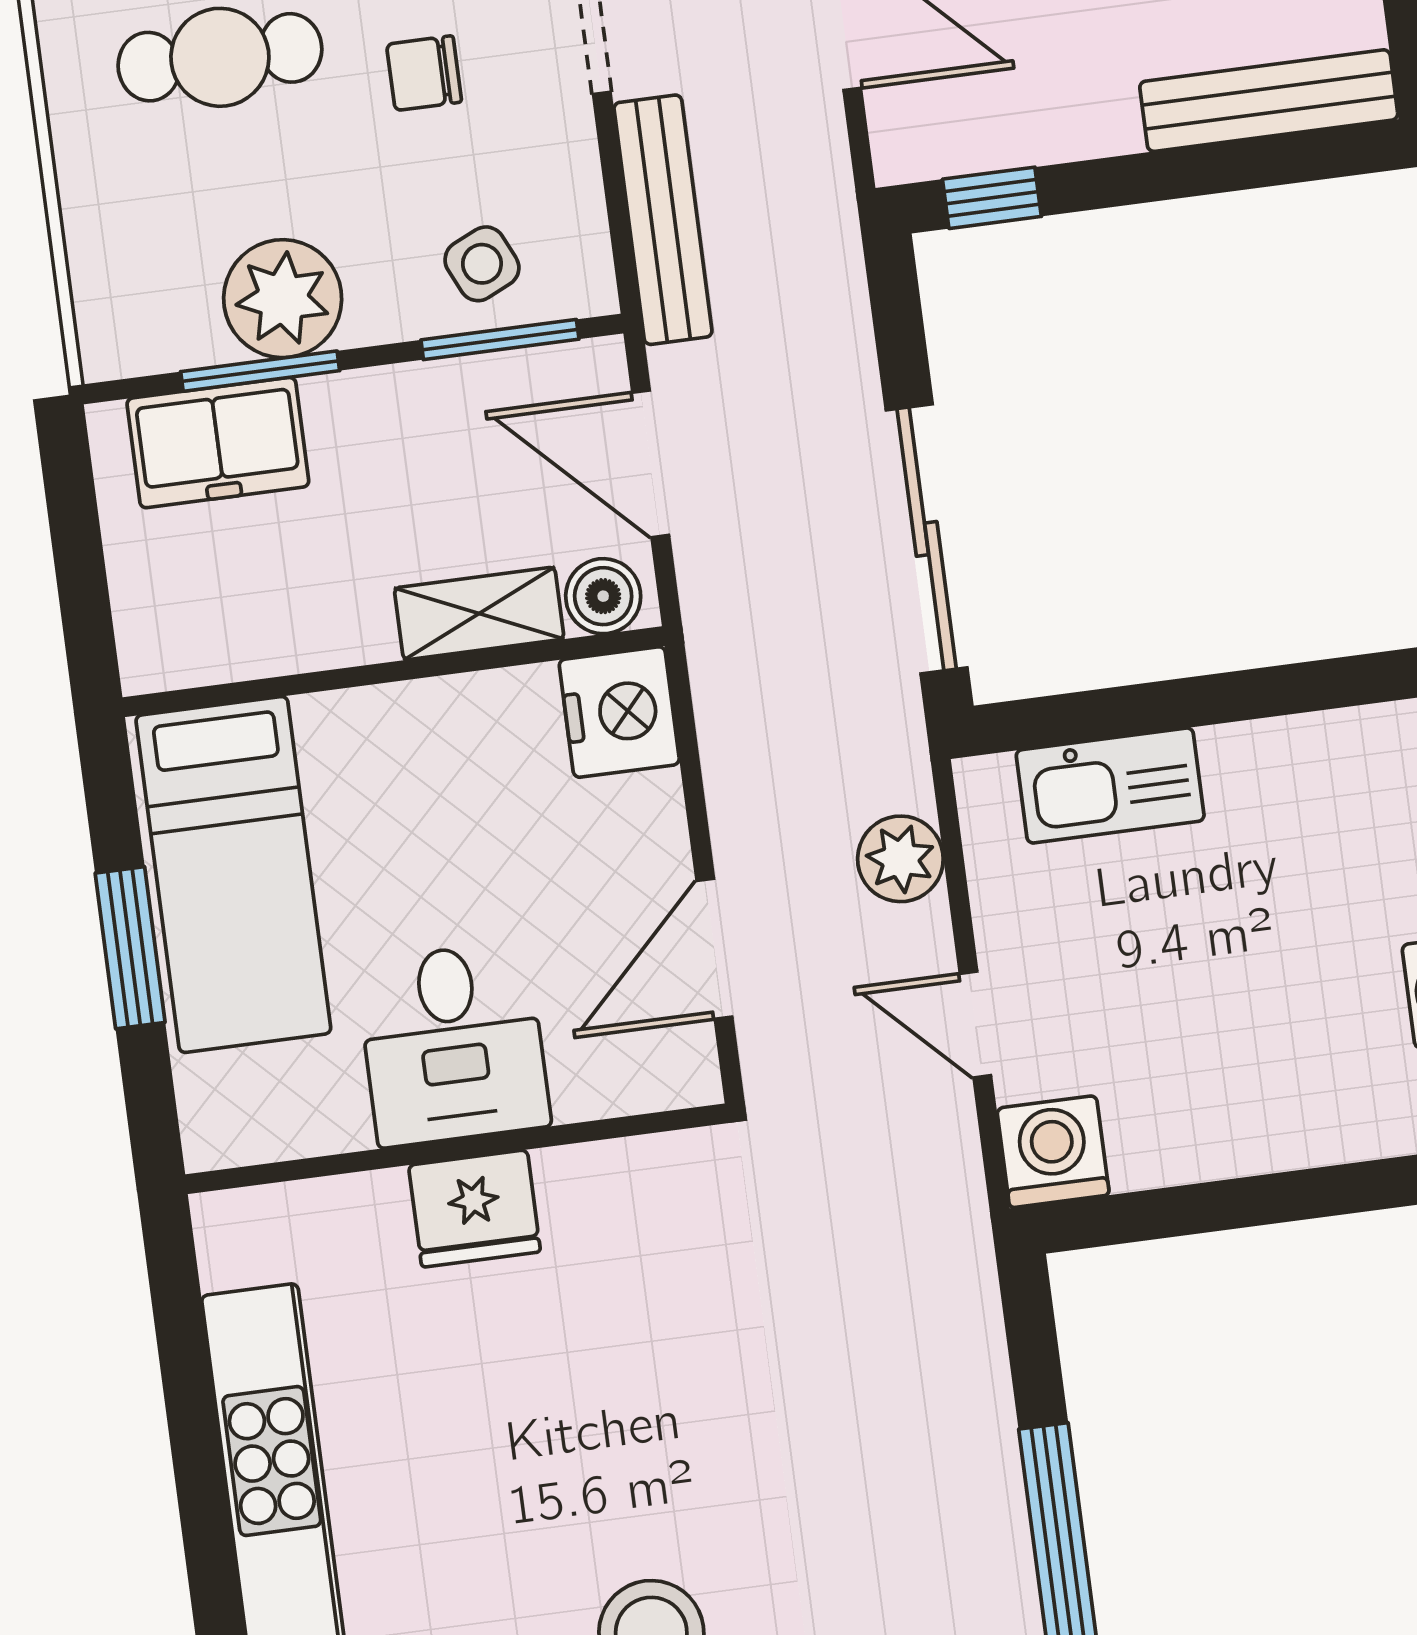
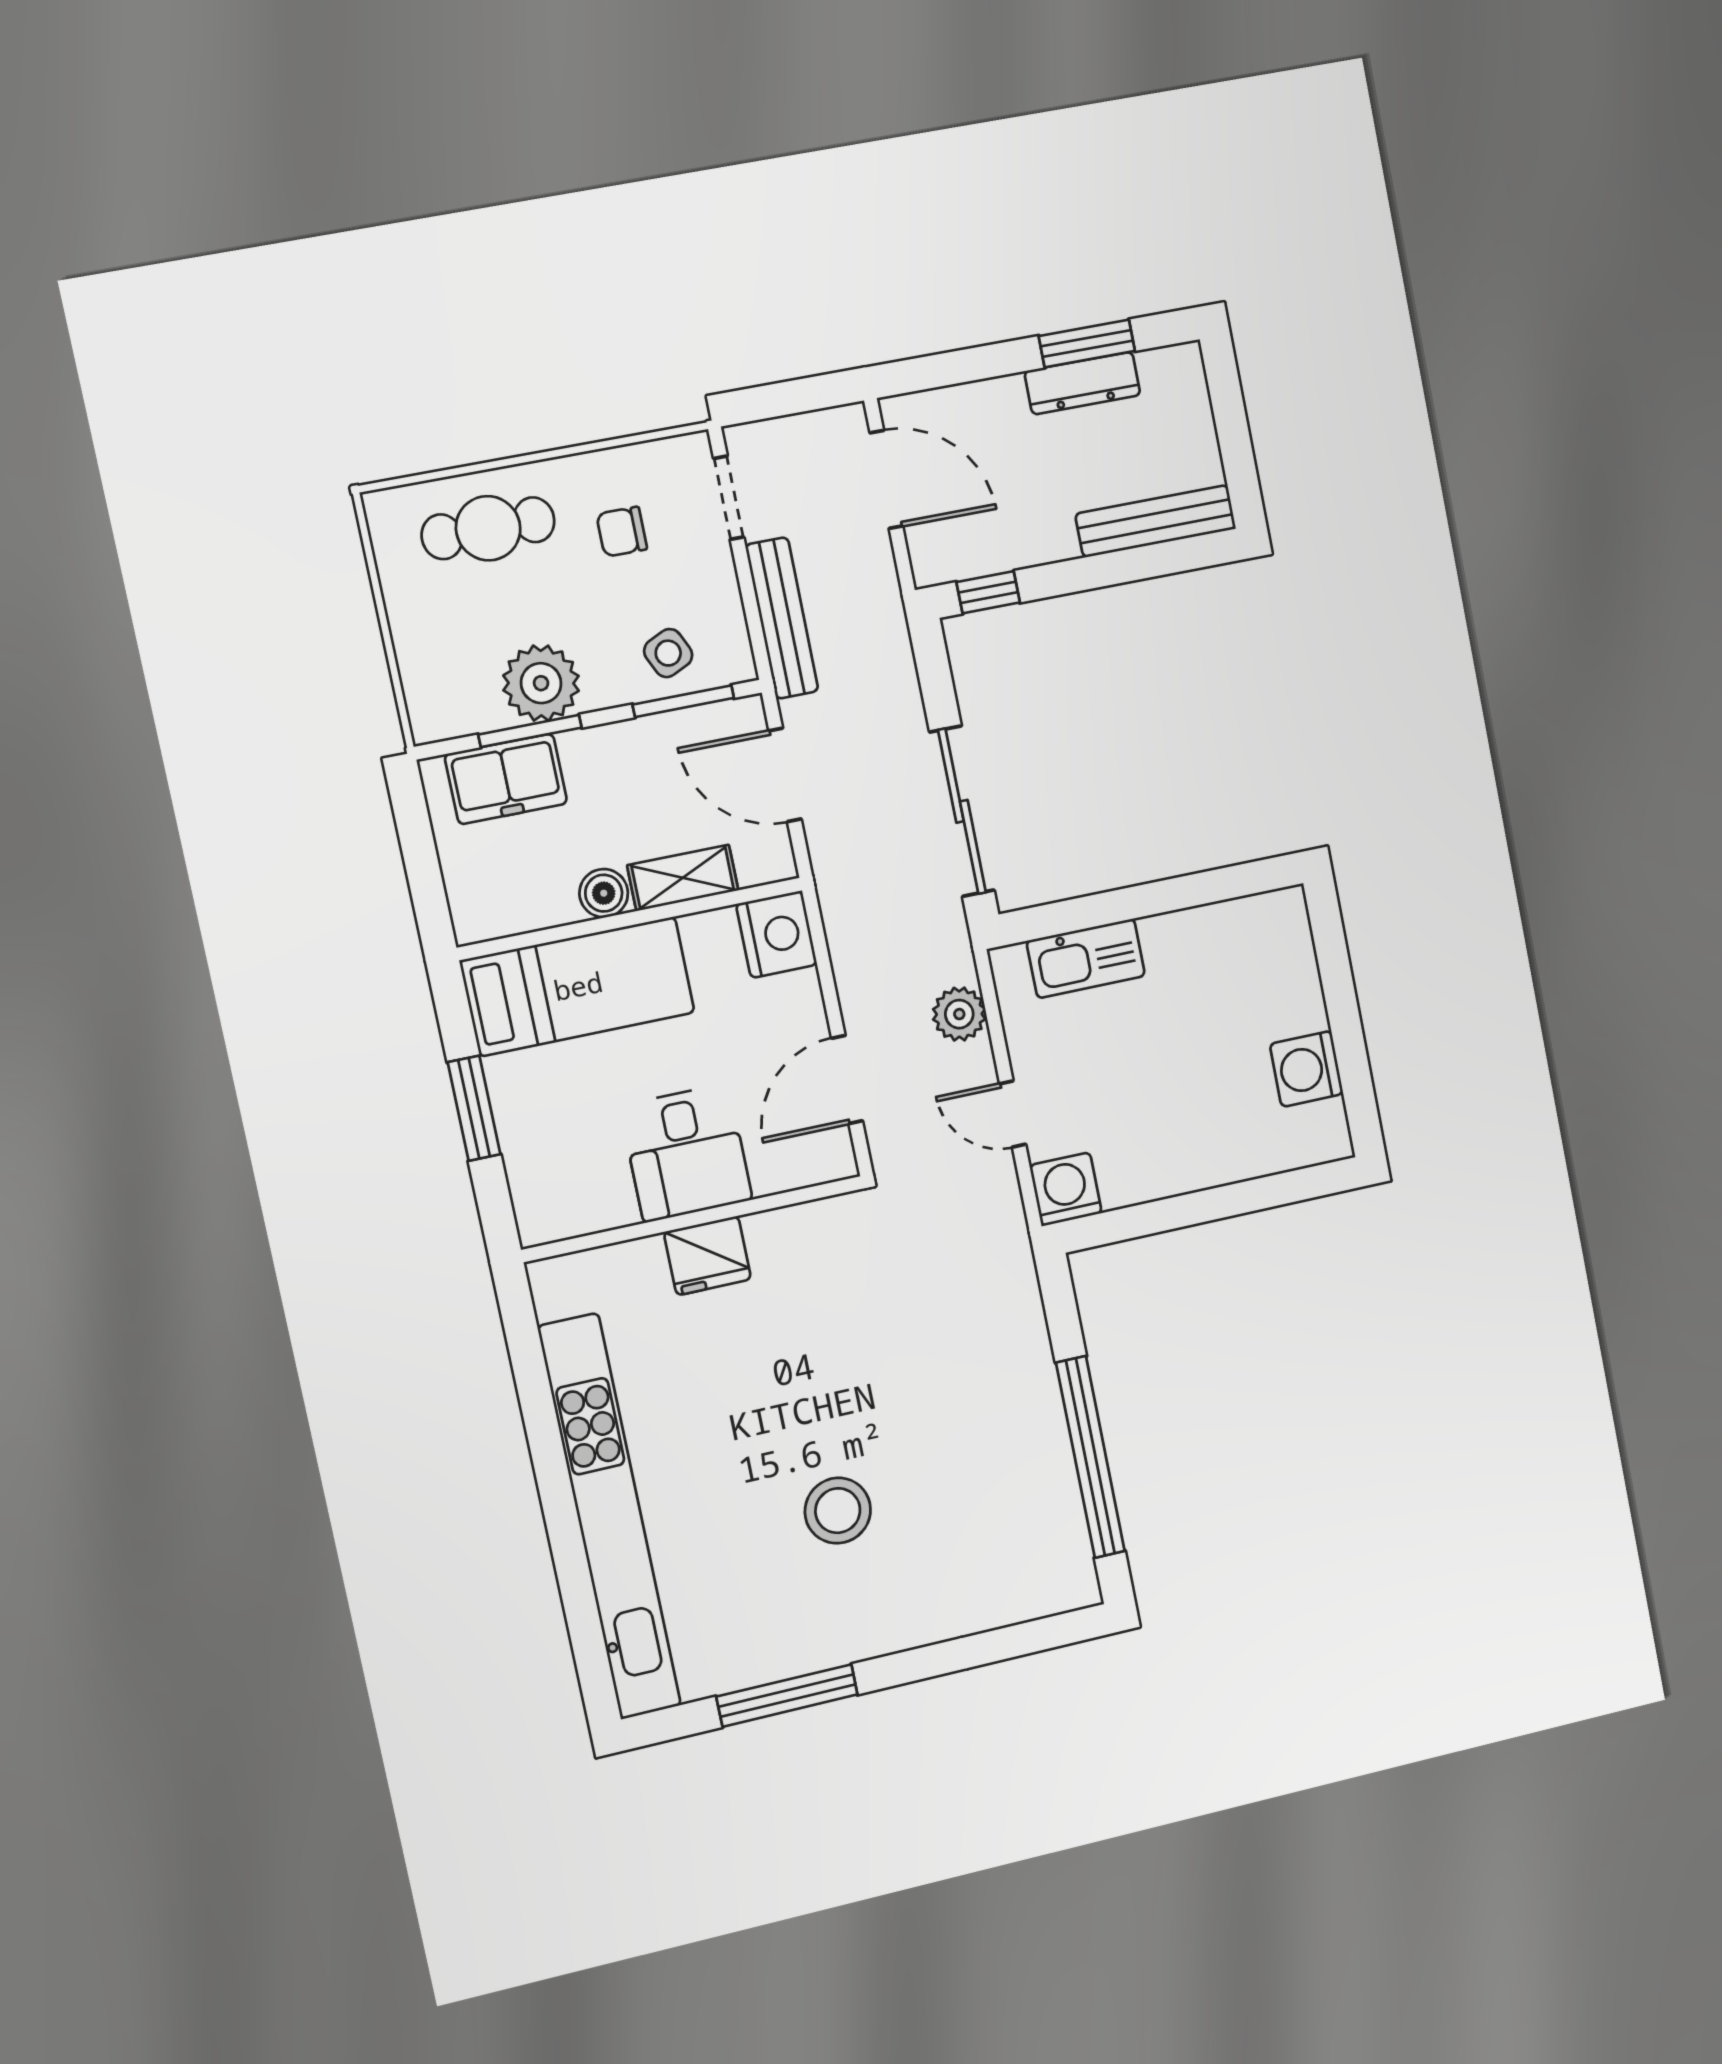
boiler: (603, 596) -> (604, 893), moved
bed: (233, 874) -> (578, 986), moved, turned -90

